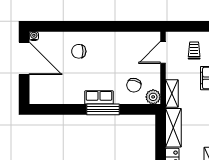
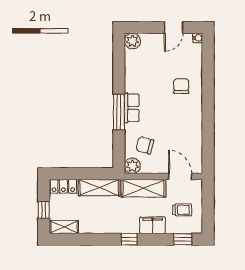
door: (24, 58) -> (174, 27), width x0.53
shelving: (172, 93) -> (143, 188), width x1.50, depth x1.33
plant: (37, 97) -> (132, 41), added

